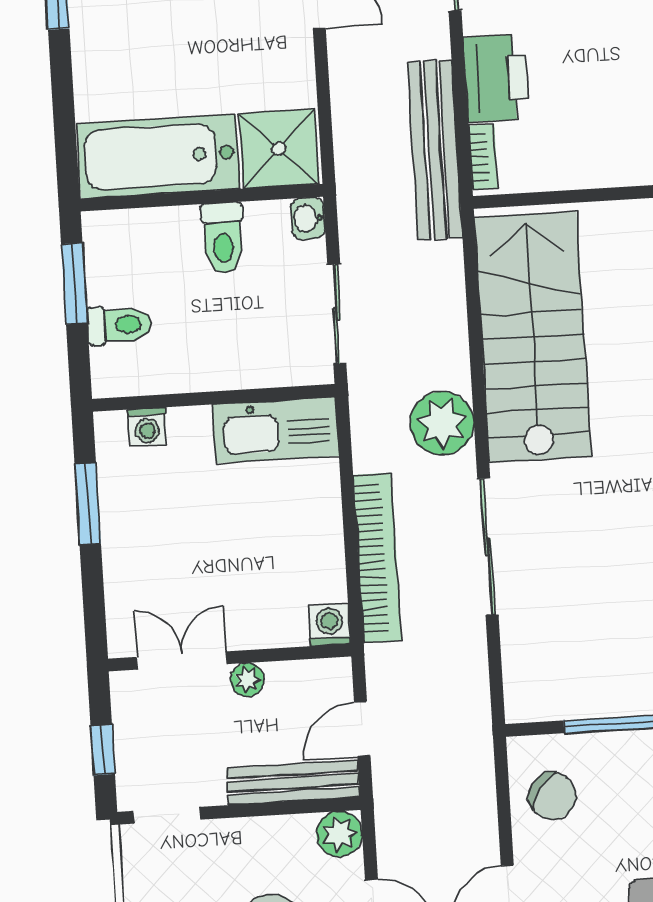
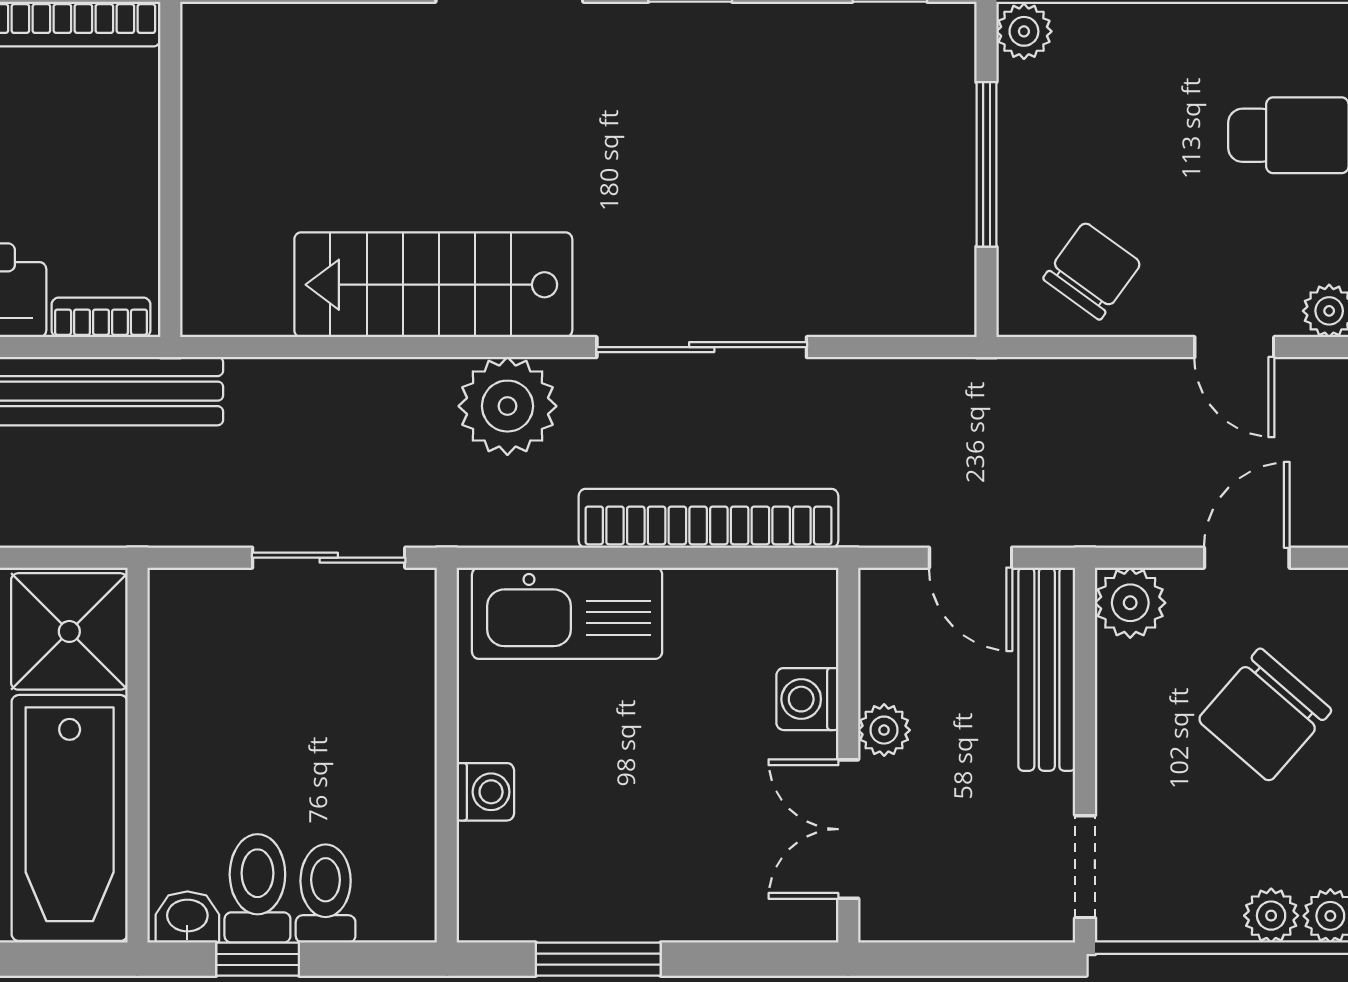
washbasin: (308, 218) -> (187, 917), moved, turned 180
toilet: (223, 238) -> (257, 888), moved, turned -90
window: (74, 284) -> (258, 959), width x0.67
stairs: (533, 337) -> (433, 285), width x0.73, depth x0.66
washing machine: (147, 427) -> (485, 792), moved
kitchen sink: (276, 430) -> (567, 613), moved, turned 90
washing machine: (329, 625) -> (807, 699), moved
window: (103, 750) -> (979, 959), removed

